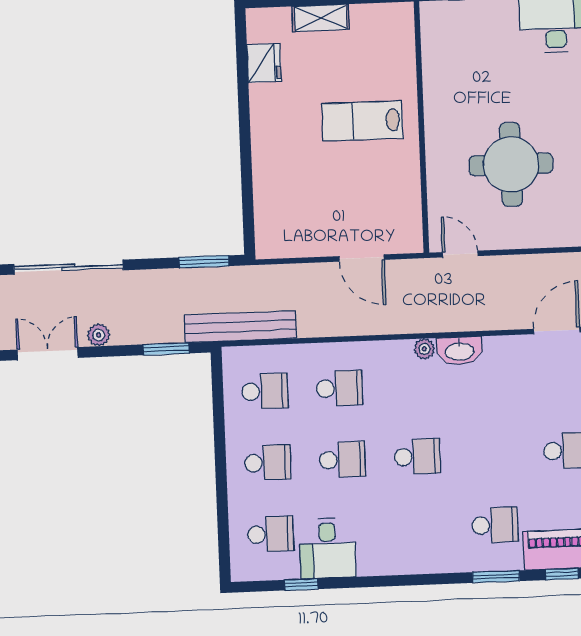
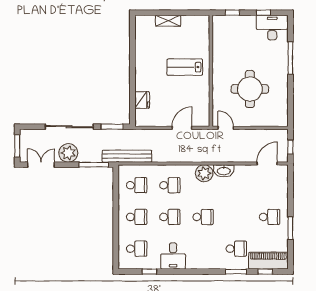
fridge: (264, 63) -> (142, 100), moved
door: (362, 258) -> (182, 128), swing flipped
sliding door: (69, 267) -> (69, 127), moved
plant: (99, 335) -> (68, 153), width x1.87, depth x1.87
window: (166, 349) -> (94, 165), width x1.44
plant: (424, 349) -> (204, 173), width x1.88, depth x1.88
desk: (328, 548) -> (173, 256), moved

